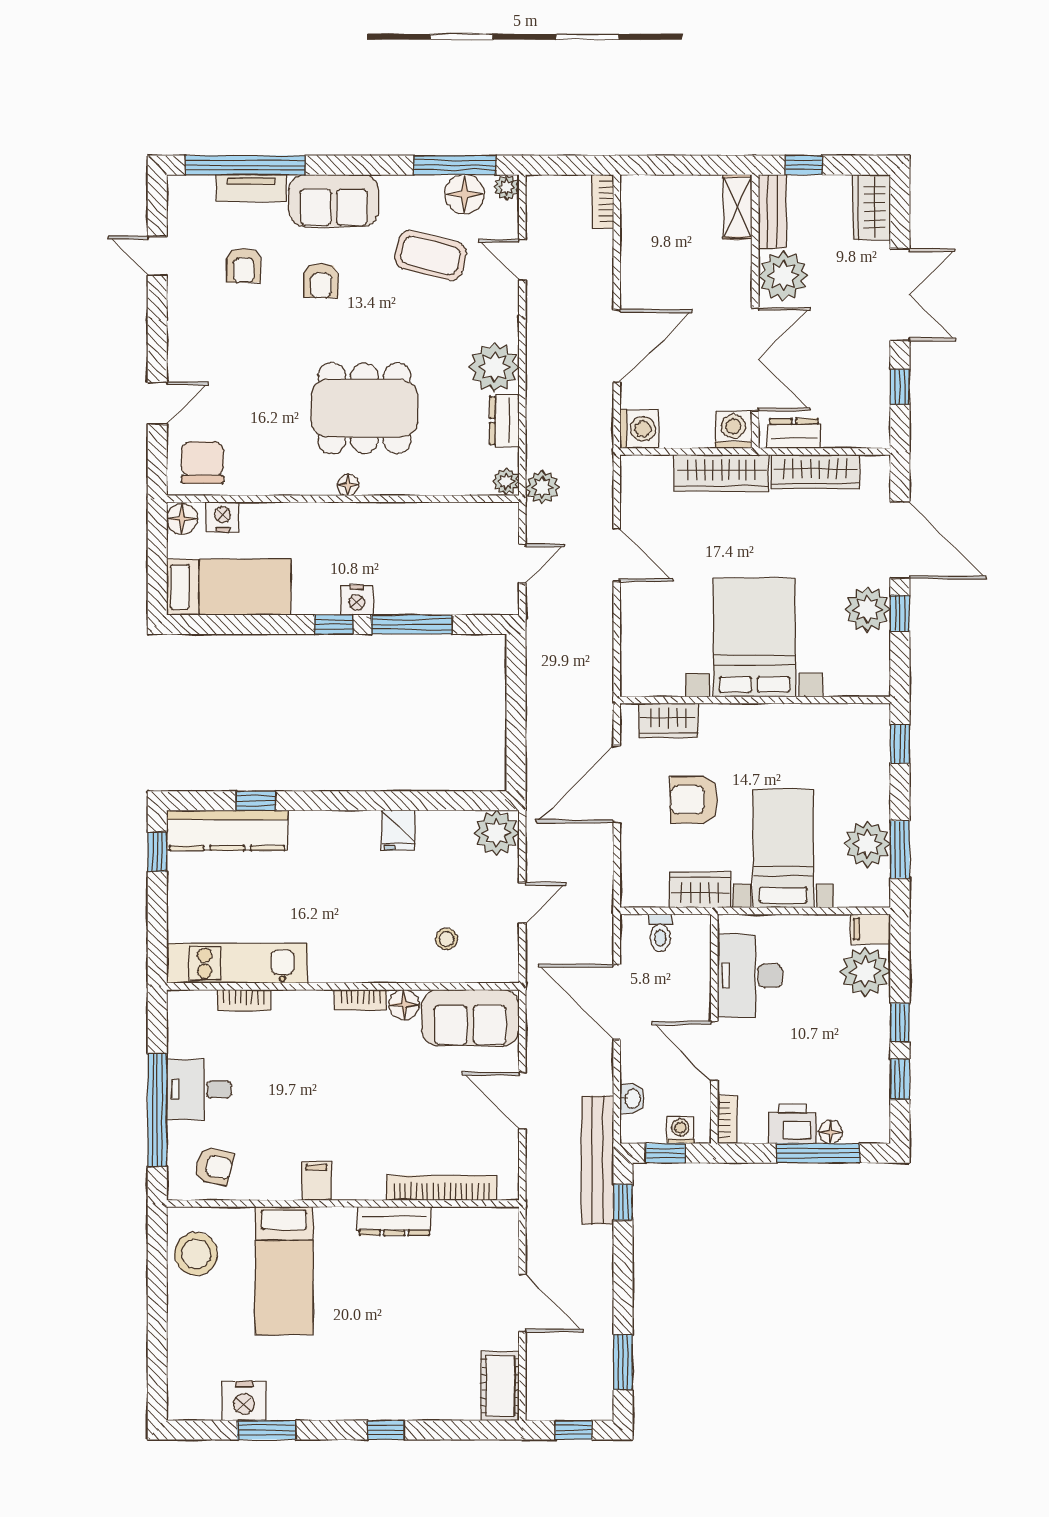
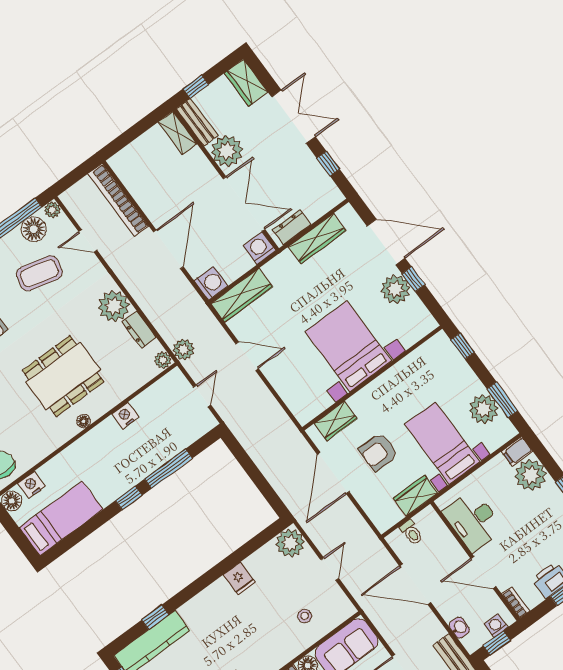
bookcase: (603, 201) -> (118, 200), width x2.31, depth x1.31
wardrobe: (721, 473) -> (242, 295), moved
nightstand: (357, 600) -> (125, 416), moved, turned 180

